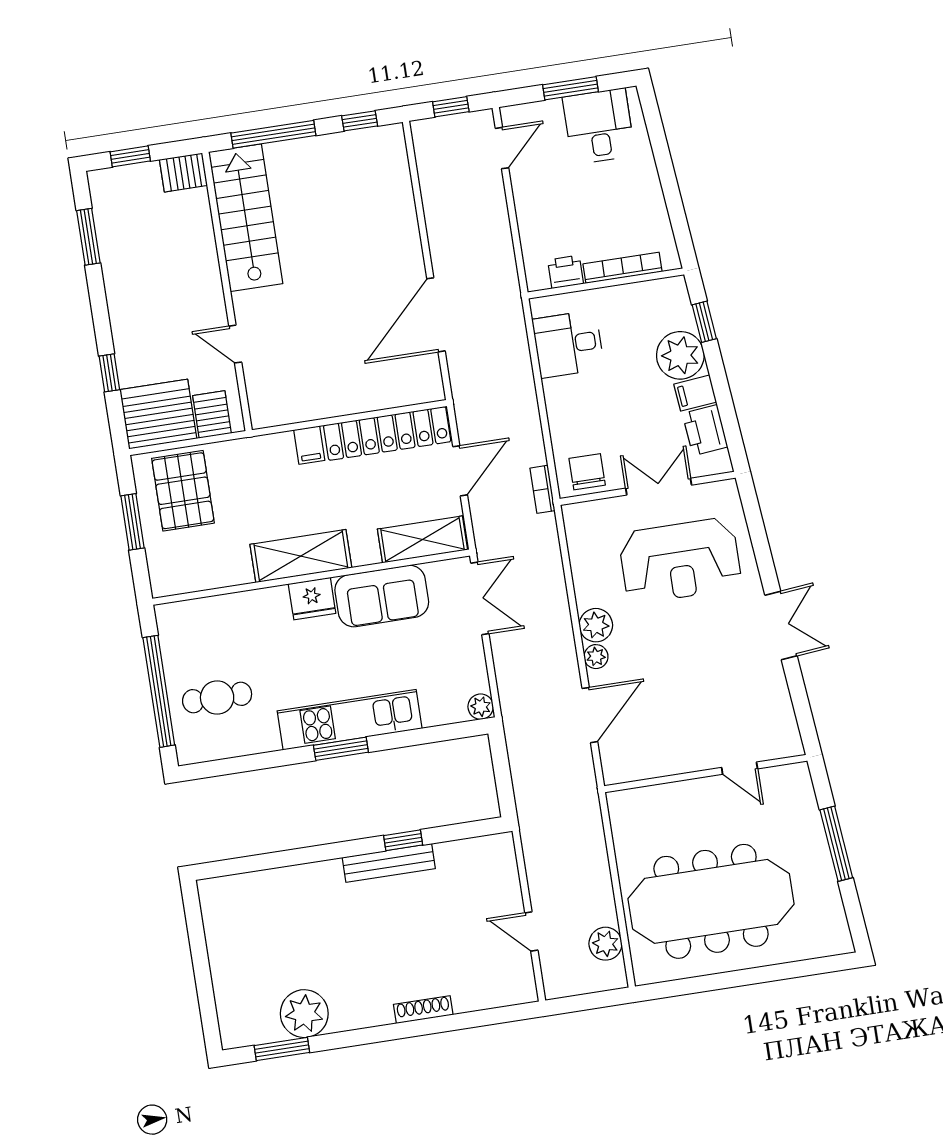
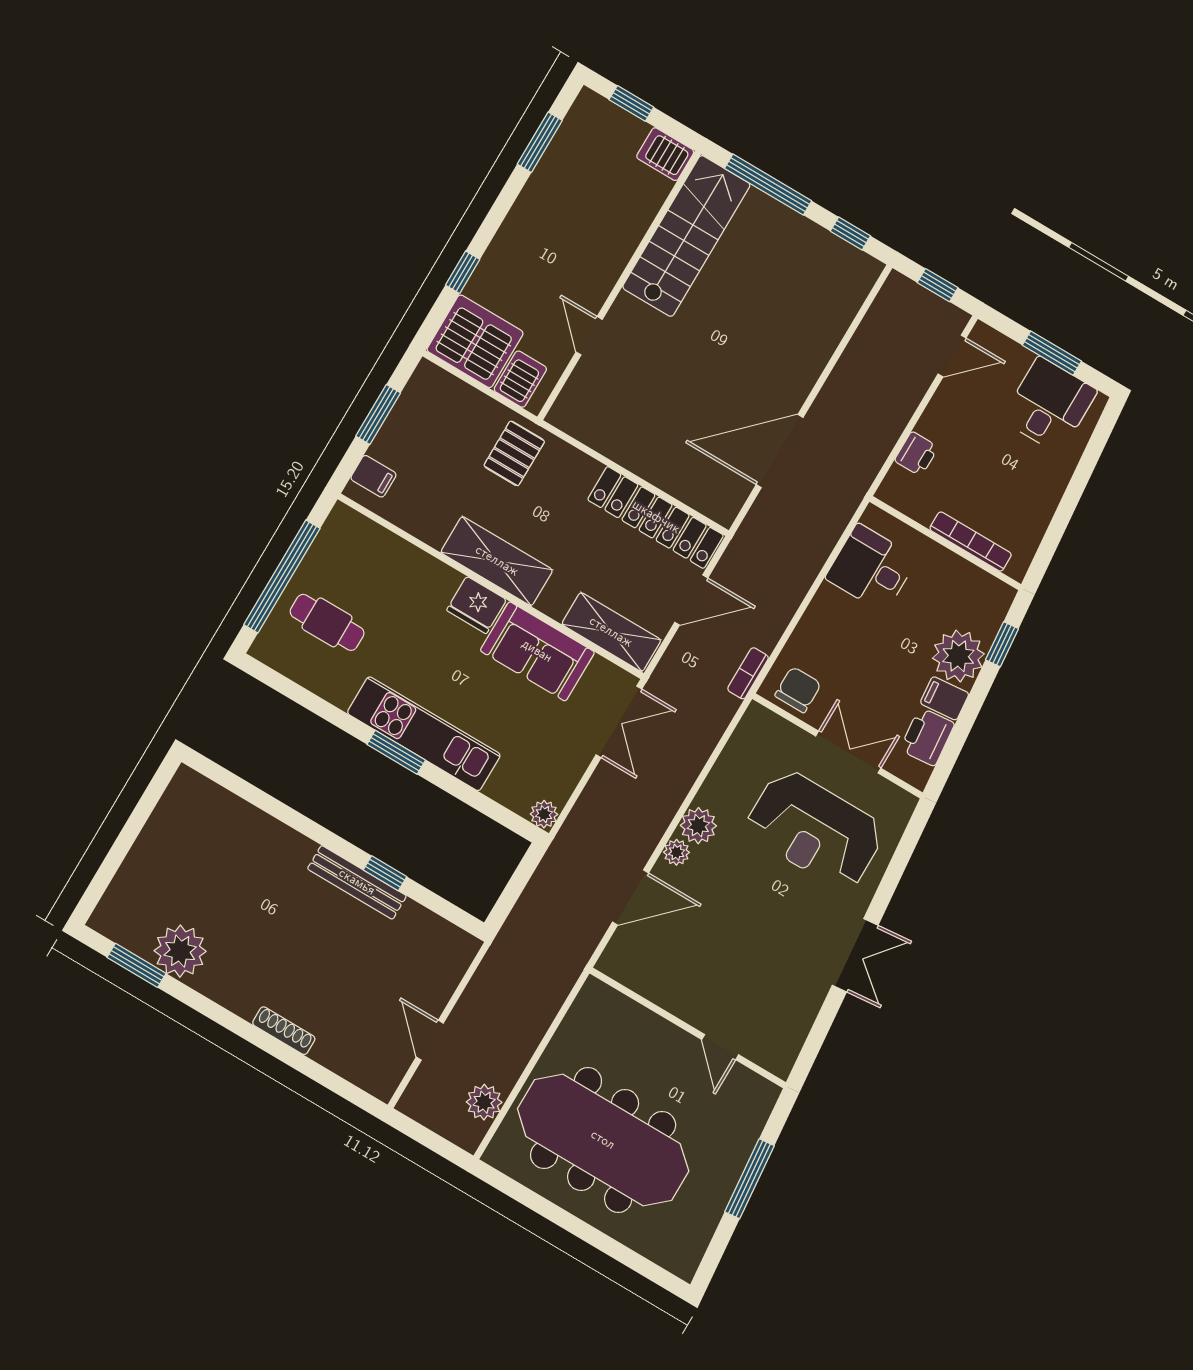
printer: (566, 272) -> (916, 454), moved, turned 90
filing cabinet: (309, 445) -> (373, 476), moved, turned -90
pallet: (183, 491) -> (514, 453), moved, width x0.67, depth x0.71

